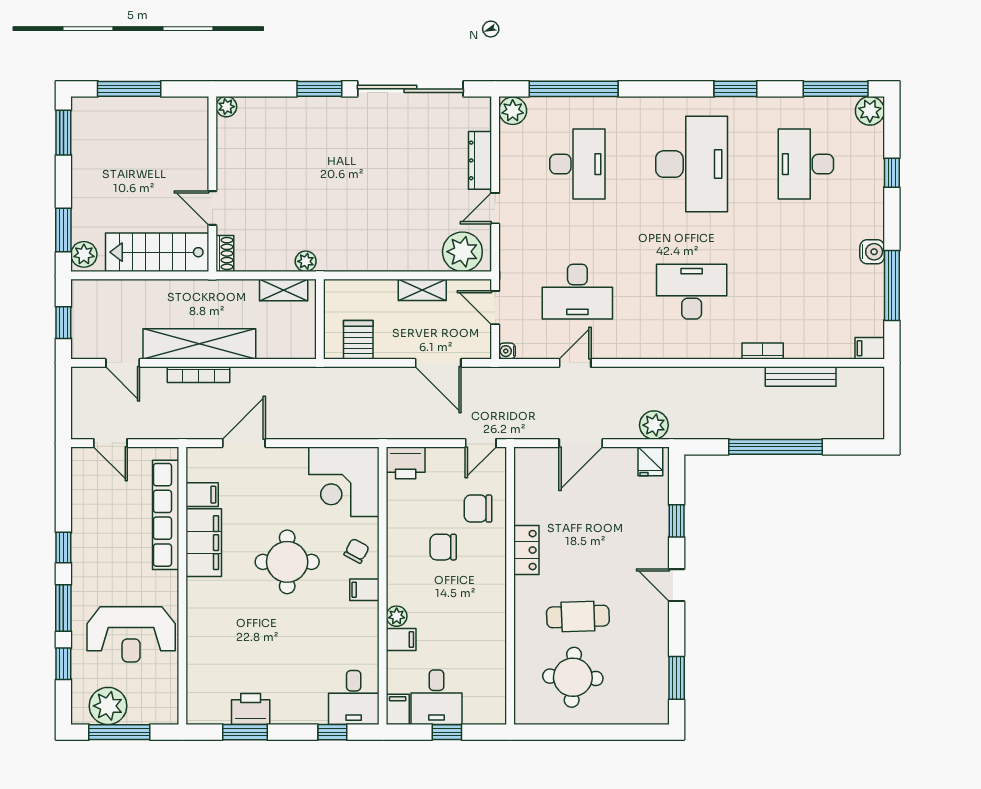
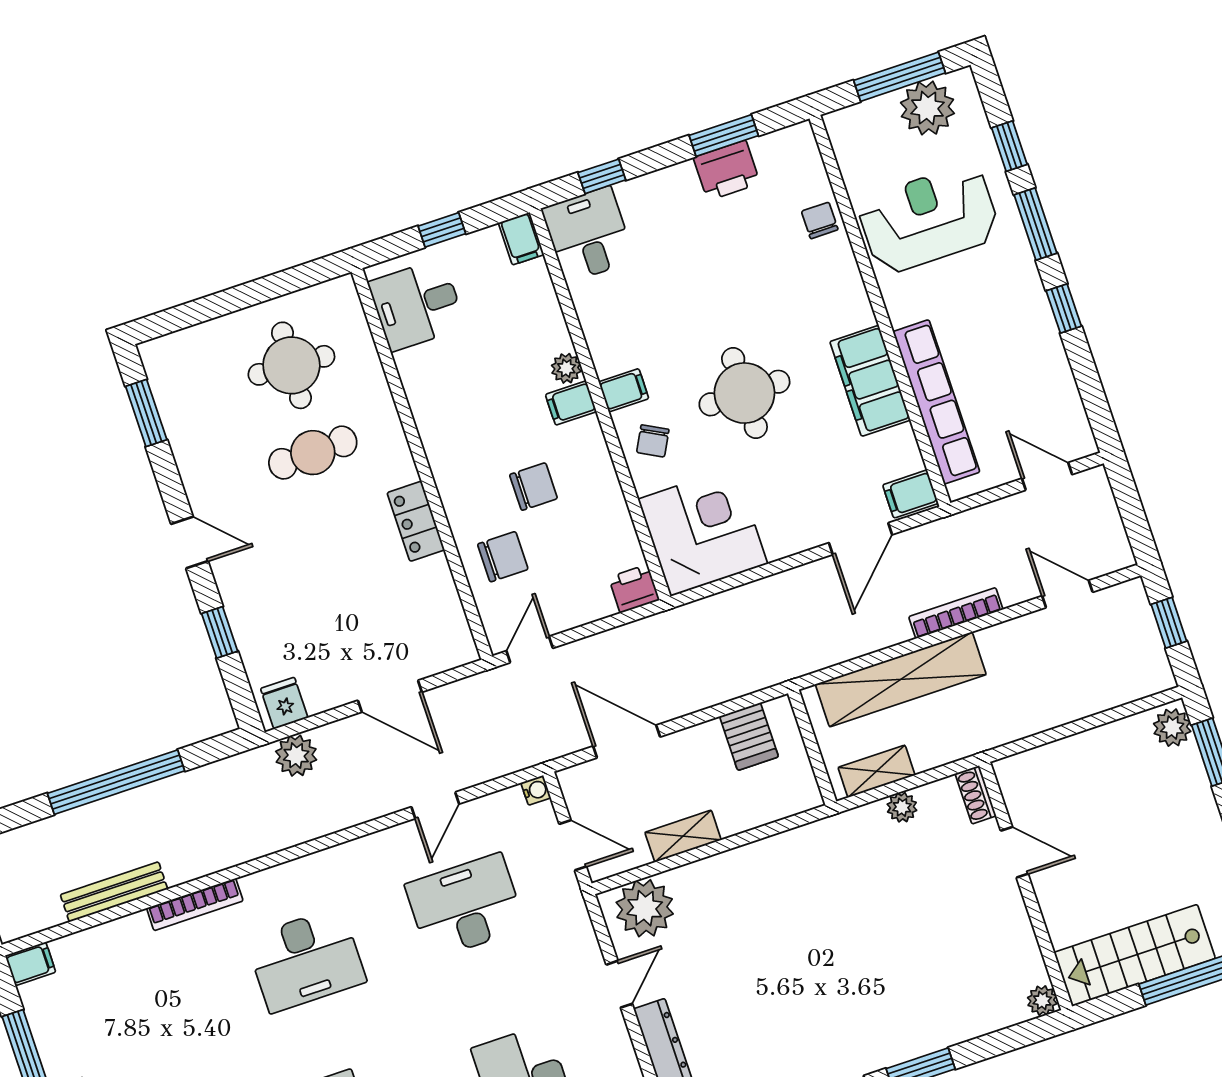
stairs: (157, 252) -> (1135, 955), moved, turned 180
plant: (306, 261) -> (902, 807), moved
shelving: (199, 344) -> (901, 679), moved
bookcase: (763, 351) -> (195, 904), width x1.56
door: (581, 443) -> (390, 696), swing flipped
printer: (406, 463) -> (634, 589), width x0.73, depth x0.81
filing cabinet: (202, 495) -> (910, 494), moved
filing cabinet: (401, 640) -> (571, 403), moved
chair: (202, 657) -> (820, 220), added
desk: (436, 697) -> (417, 305), moved, turned -90

